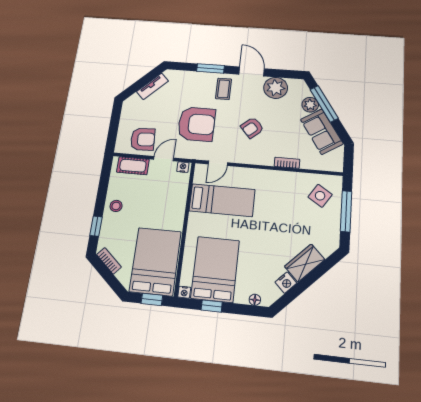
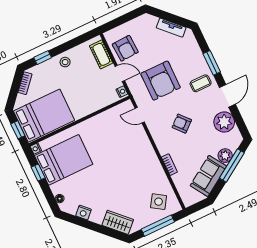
bed: (222, 200) -> (114, 135), removed
wardrobe: (305, 263) -> (118, 222), moved

